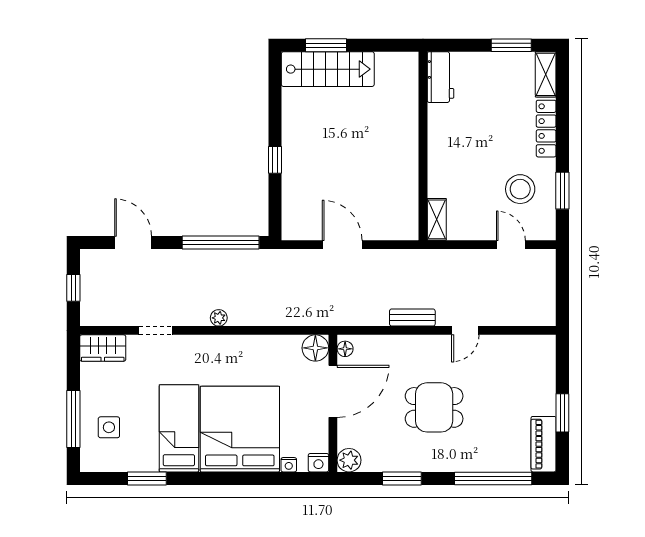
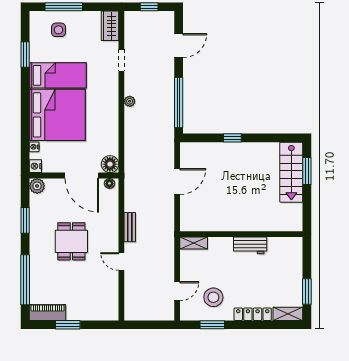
workbench: (440, 77) -> (250, 245), moved

